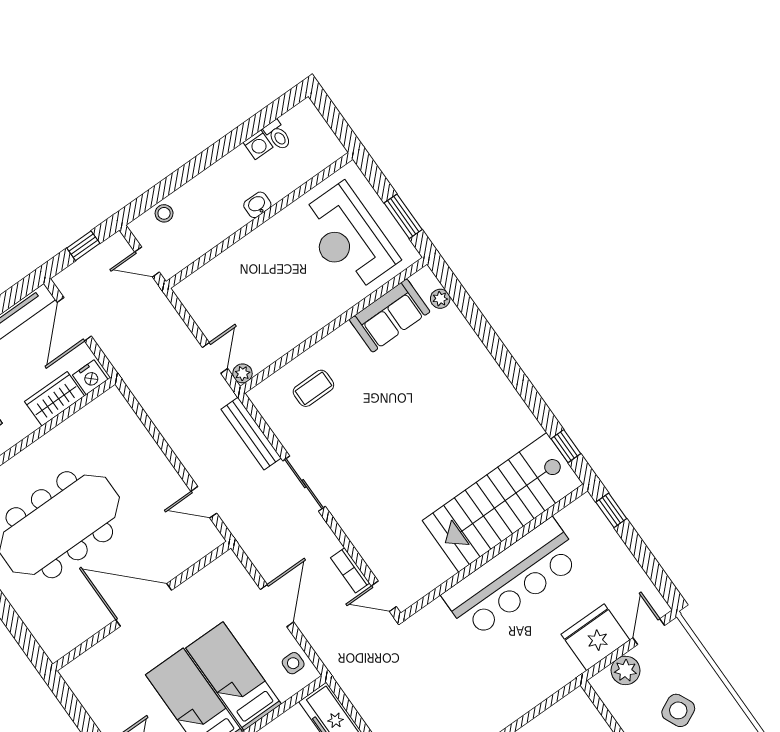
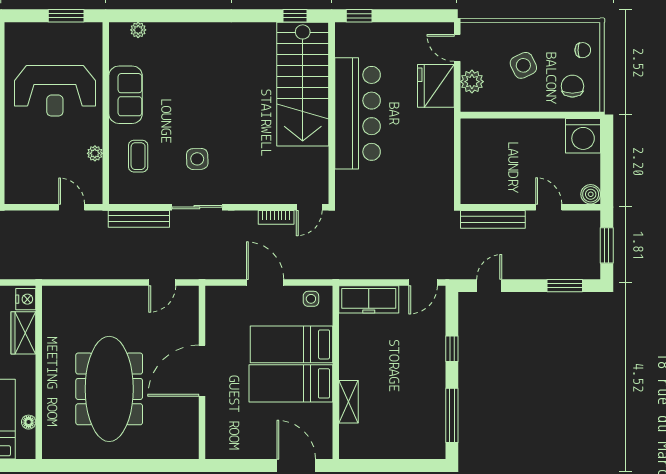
reception desk: (348, 238) -> (55, 91), moved
sofa: (390, 316) -> (126, 95), moved
plant: (242, 373) -> (95, 153), moved
side table: (353, 450) -> (197, 159), added

